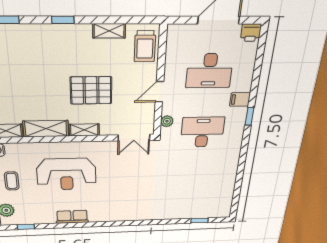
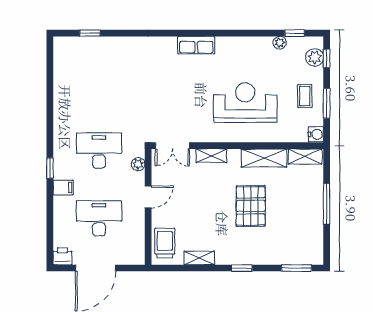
pallet: (91, 90) -> (251, 206), moved, turned 90
shelving: (84, 130) -> (211, 156), moved
desk: (202, 132) -> (99, 151), turned 180
double door: (134, 138) -> (172, 146), swing flipped
row of seats: (72, 217) -> (196, 45), moved
plant: (38, 220) -> (280, 43), added

